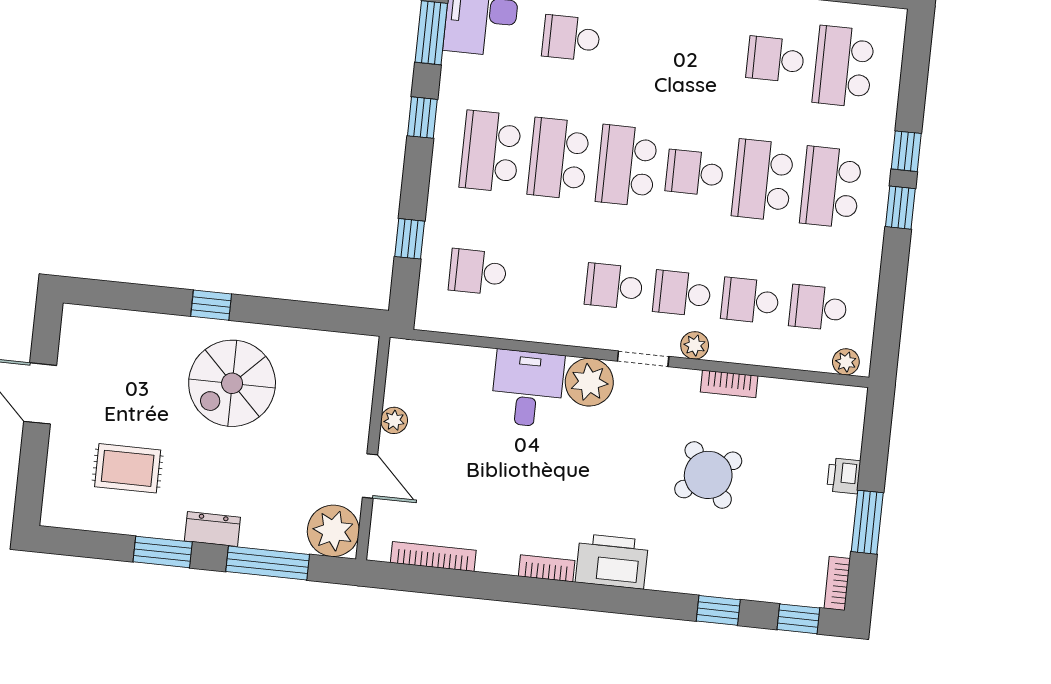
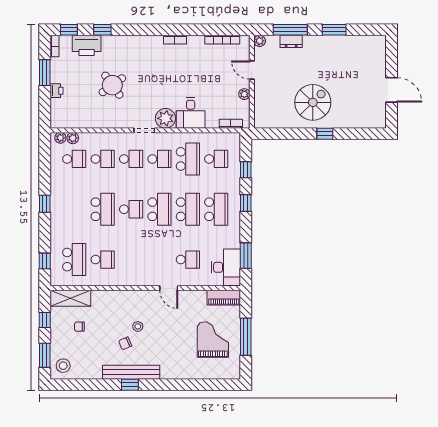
window: (422, 118) -> (246, 203), moved
window: (906, 151) -> (45, 261), moved
school desk: (831, 187) -> (188, 159), moved
plant: (695, 345) -> (73, 138), moved
bookcase: (729, 384) -> (231, 124), moved
rug: (128, 468) -> (352, 63), removed
dresser: (212, 529) -> (291, 41), moved
plant: (333, 531) -> (260, 41), width x0.53, depth x0.53
printer: (612, 561) -> (87, 45), moved

